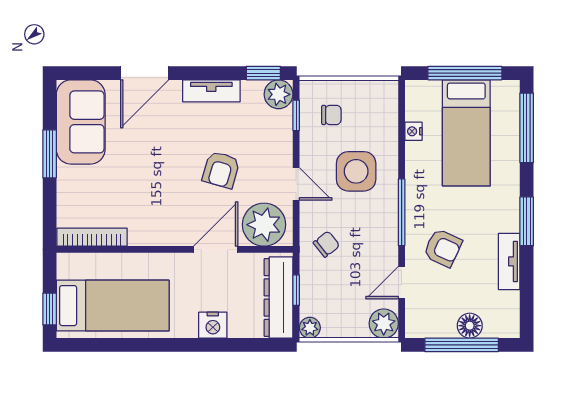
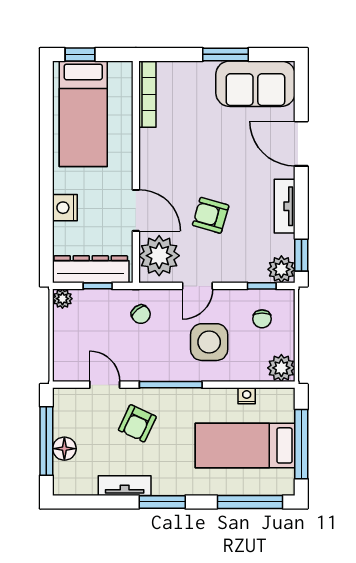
plant: (384, 324) -> (281, 368), moved

